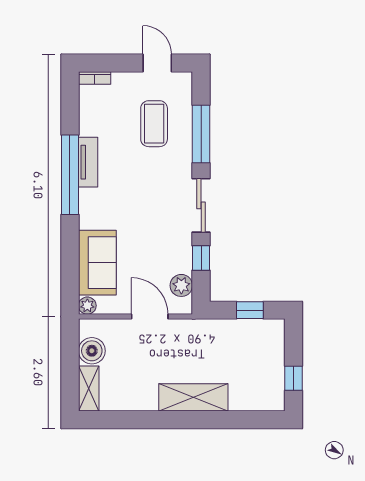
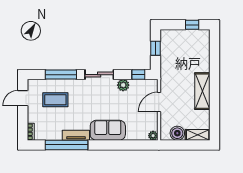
window: (70, 175) -> (67, 145), moved
window: (201, 258) -> (138, 75), moved
sofa: (97, 263) -> (108, 130), moved
plant: (181, 285) -> (123, 85), moved
shelving: (193, 397) -> (202, 91), moved

